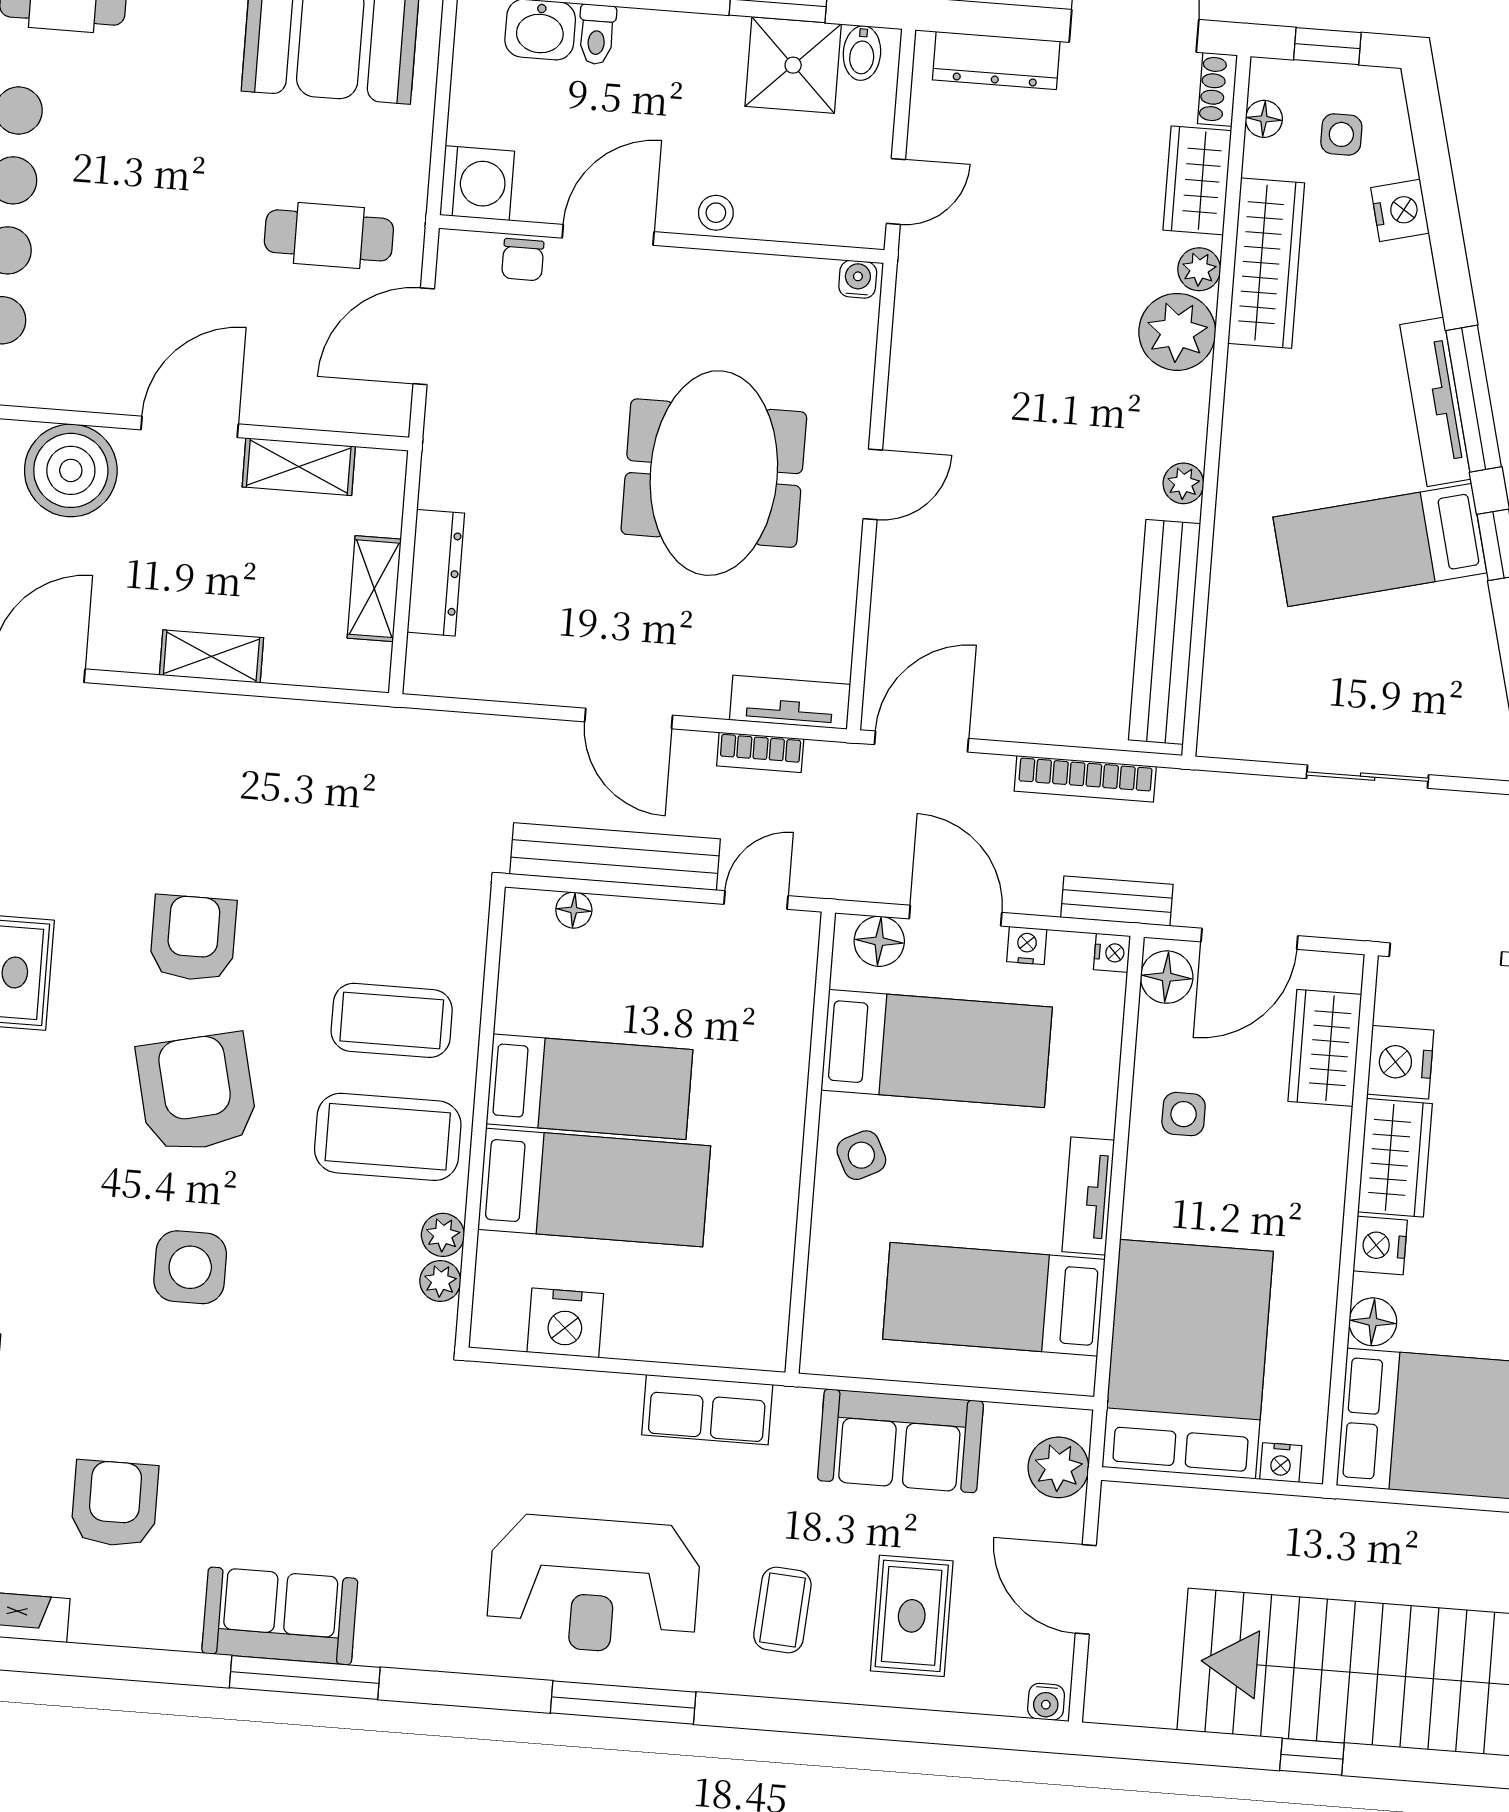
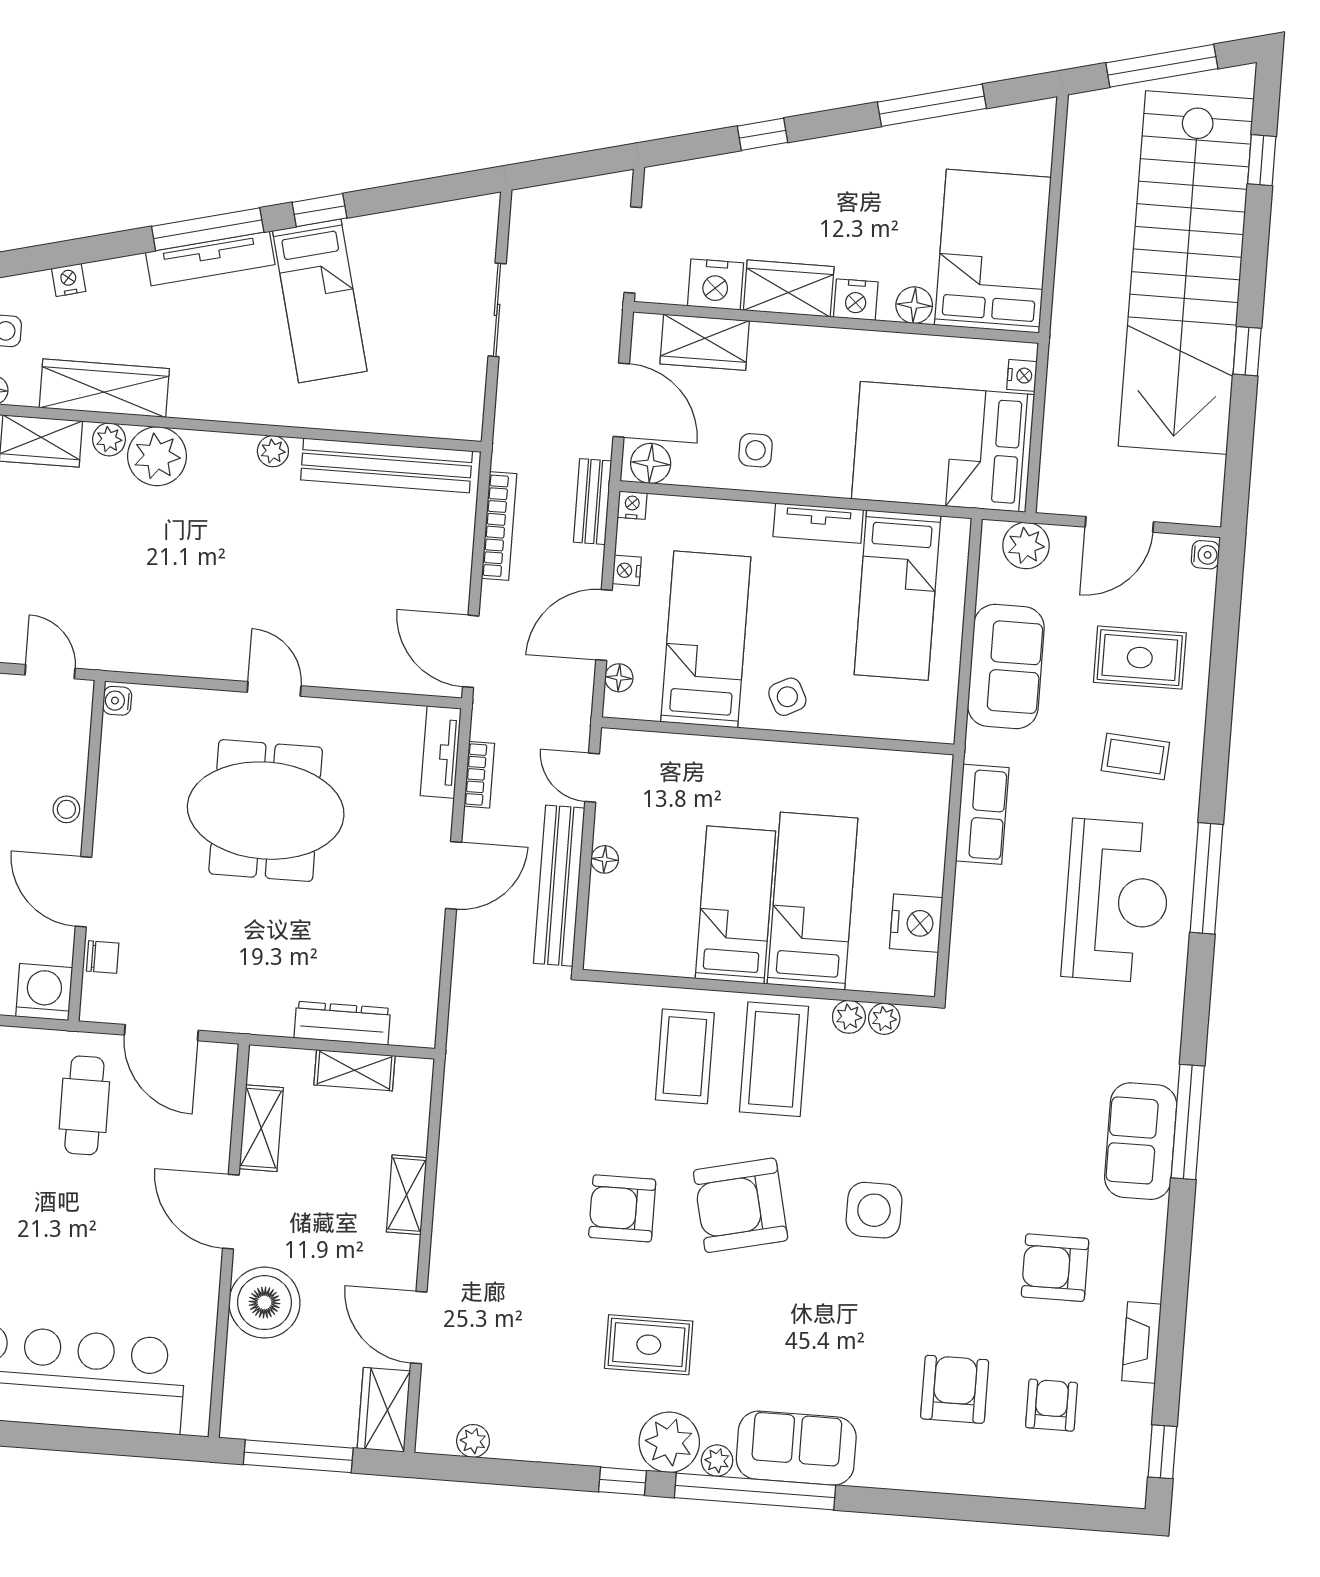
nightstand: (1400, 210) -> (69, 280), width x0.72, depth x0.74
floor lamp: (574, 910) -> (605, 859), moved
floor lamp: (879, 941) -> (619, 678), width x0.73, depth x0.73

